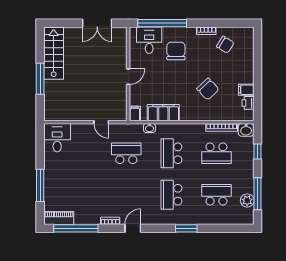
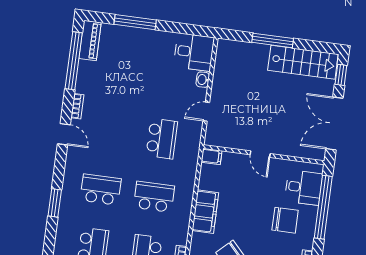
window: (59, 23) -> (341, 75), added
double door: (97, 23) -> (334, 124), width x1.37
filing cabinet: (163, 113) -> (205, 212), moved
washbasin: (150, 128) -> (203, 80), moved

